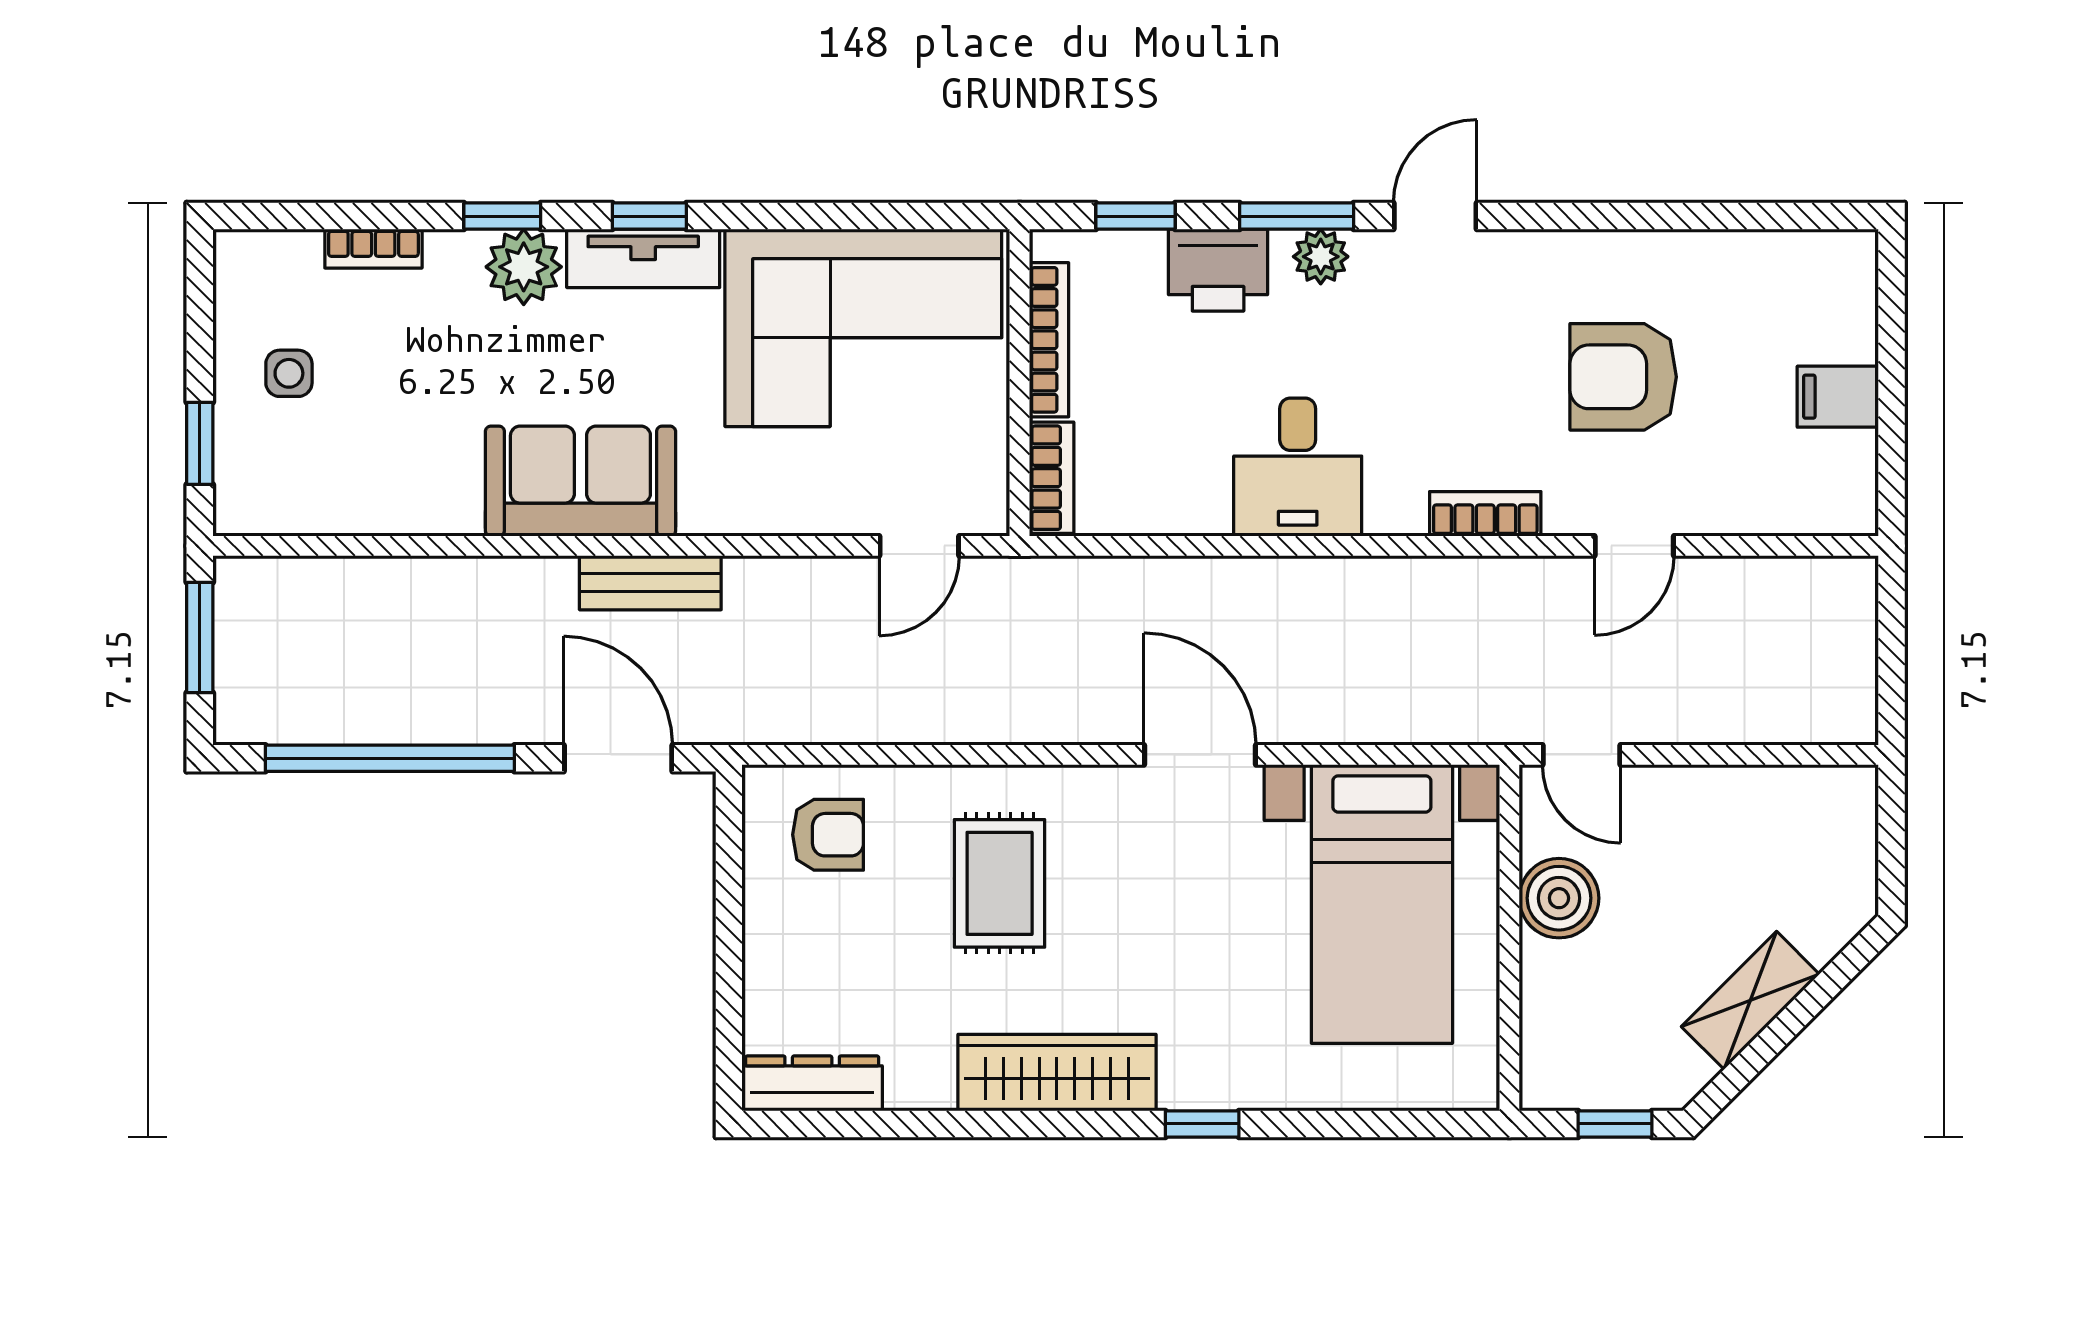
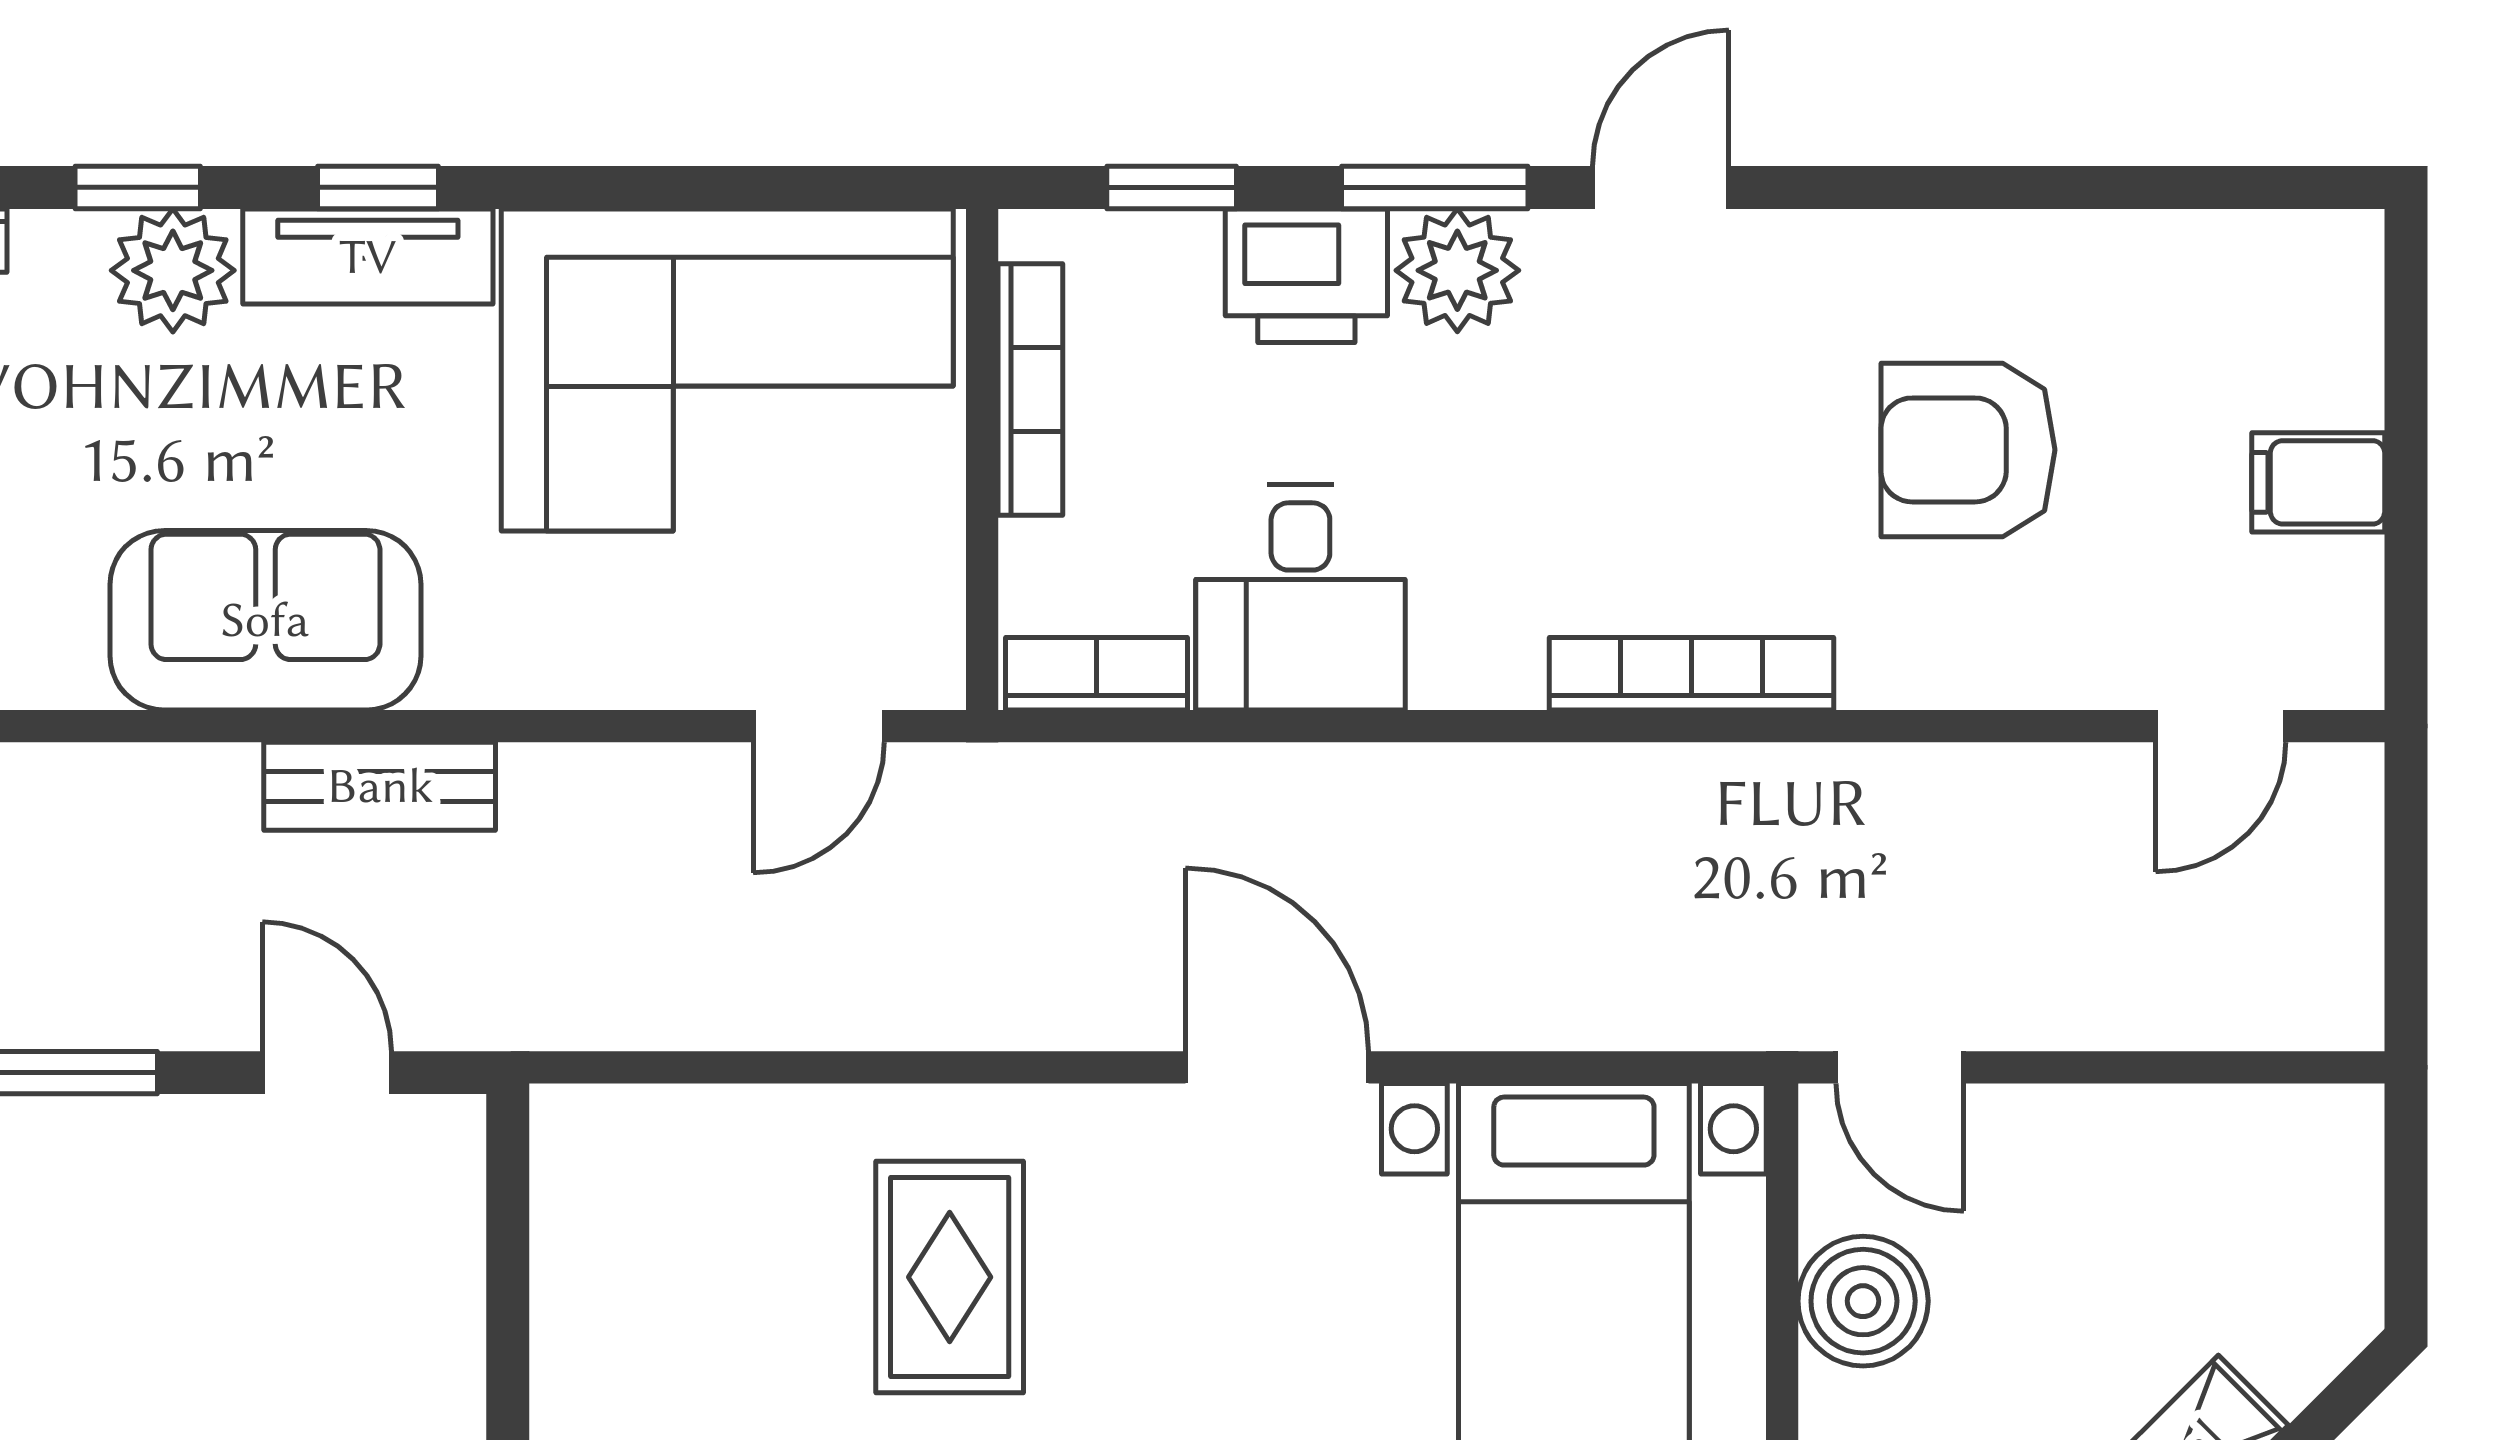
plant: (1321, 257) -> (1457, 270), width x1.38, depth x1.38
desk: (1298, 467) -> (1300, 597), moved
bookcase: (1052, 478) -> (1097, 674), moved, turned -90
bookcase: (1485, 514) -> (1692, 674), width x1.56
door: (1634, 546) -> (2221, 726), moved
door: (618, 758) -> (327, 1073), width x0.73
armchair: (828, 835) -> (670, 1198), removed

